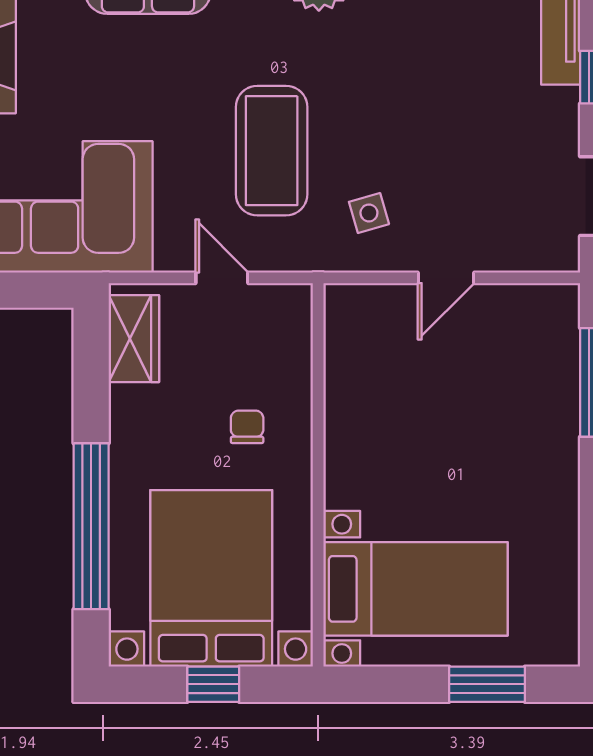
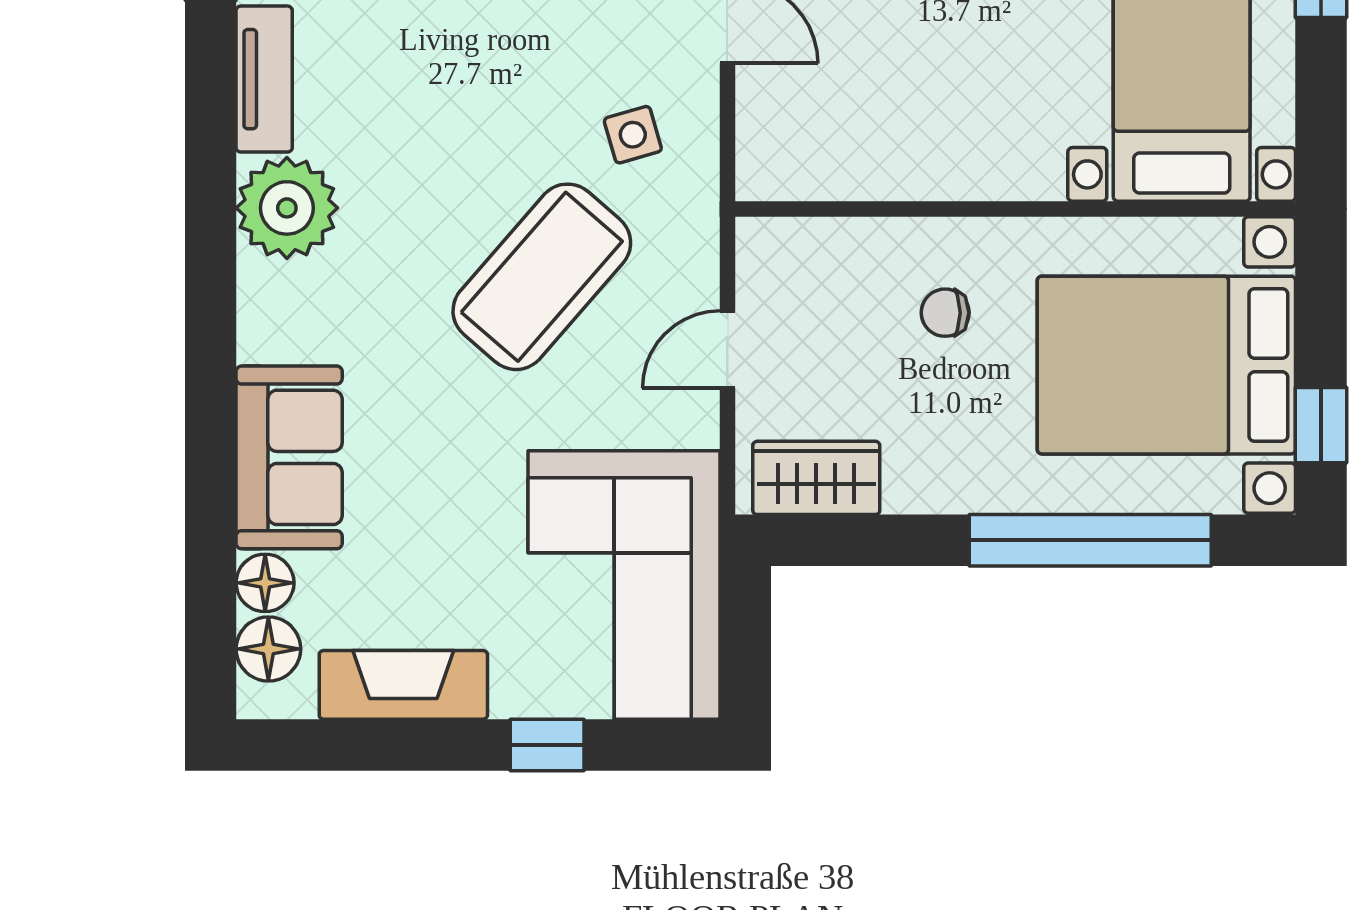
coffee table: (272, 151) -> (542, 277), turned -49
window: (213, 684) -> (1321, 425), moved

